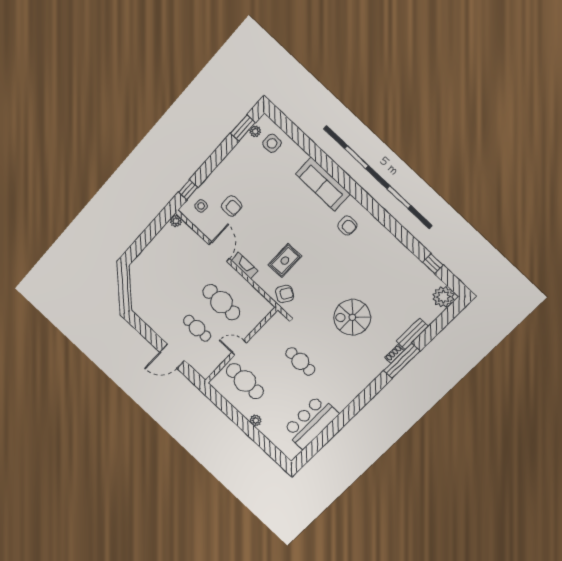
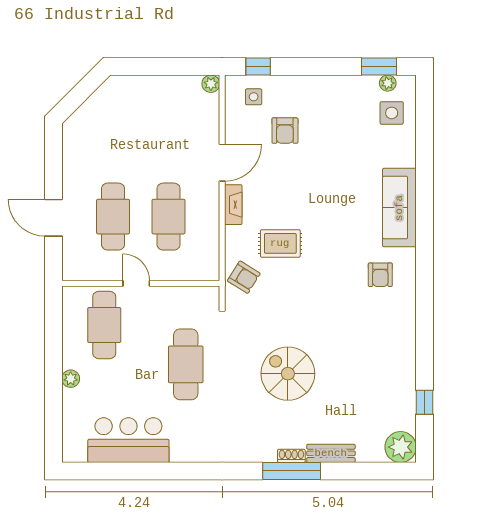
cafe table: (197, 328) -> (113, 217), width x1.37, depth x1.35
cafe table: (300, 361) -> (186, 364), width x1.37, depth x1.35

